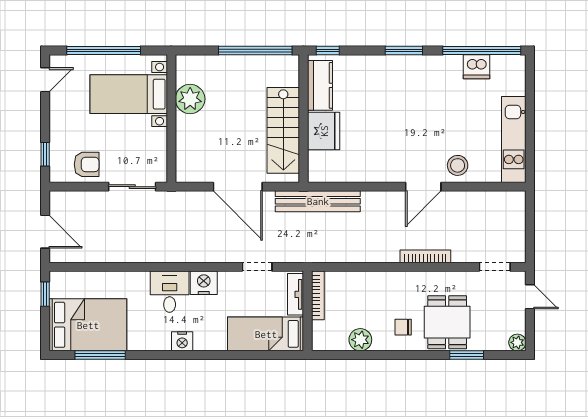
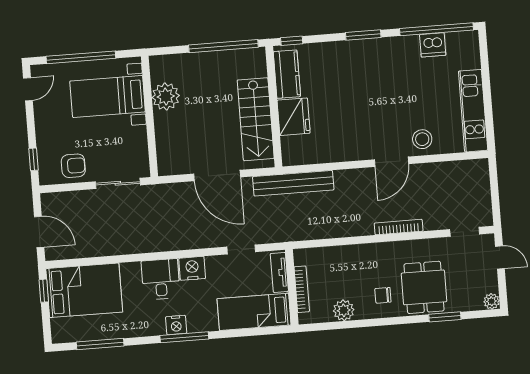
bookcase: (318, 295) -> (302, 289), moved
bed: (88, 325) -> (84, 290), moved
window: (190, 355) -> (184, 337), added

